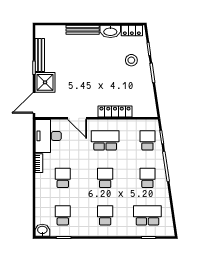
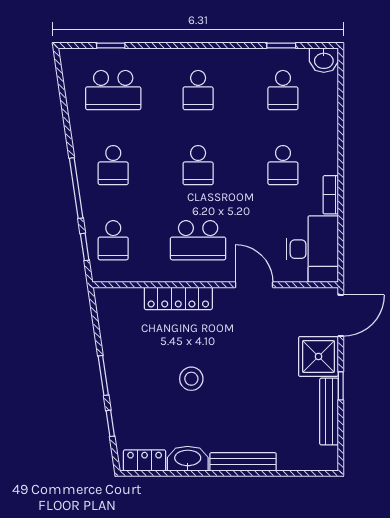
stool: (131, 60) -> (191, 379), moved

